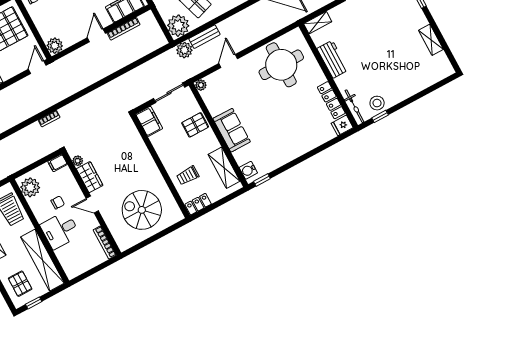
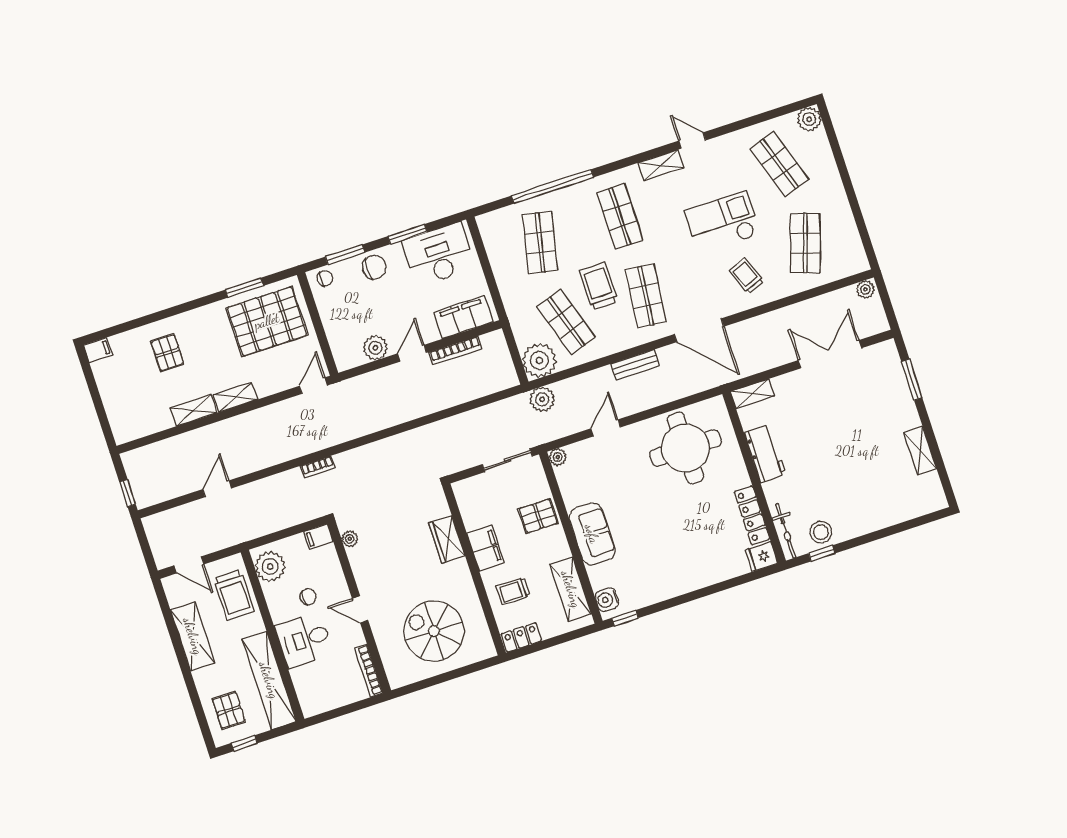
bench: (204, 37) -> (635, 365), moved
plant: (55, 46) -> (375, 348), moved
filing cabinet: (149, 121) -> (486, 548), moved
wardrobe: (90, 177) -> (447, 539), moved, turned 180

